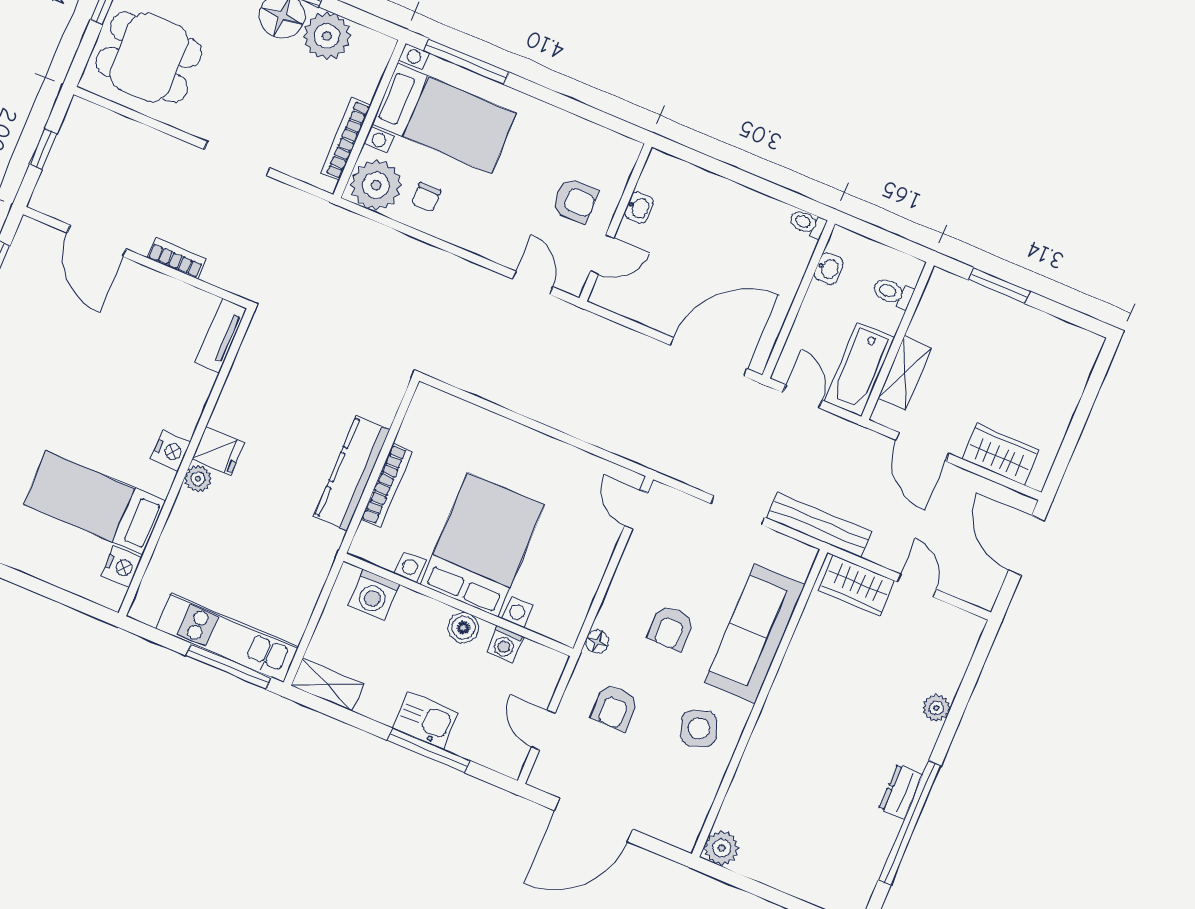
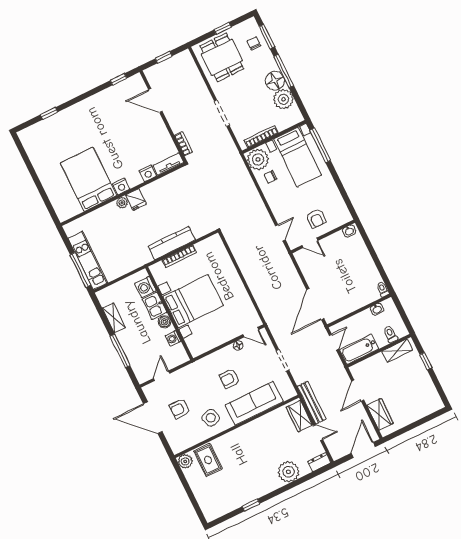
washbasin: (639, 207) -> (349, 231), moved
door: (97, 241) -> (155, 101), hinge flipped
bookcase: (176, 258) -> (183, 144), moved
window: (999, 286) -> (426, 361), width x0.67
door: (709, 357) -> (315, 304), swing flipped
shelving: (905, 373) -> (397, 351), moved
bed: (94, 503) -> (89, 179), width x1.50
door: (636, 510) -> (251, 332), swing flipped
bench: (819, 525) -> (312, 403), moved
nightstand: (122, 567) -> (148, 173), moved
door: (917, 586) -> (318, 433), hinge flipped
floor lamp: (597, 642) -> (238, 345), moved
shelving: (327, 685) -> (114, 318), moved
armchair: (615, 707) -> (180, 409), moved
plant: (936, 708) -> (289, 472), width x1.87, depth x1.87
kitchen sink: (425, 720) -> (154, 306), moved, turned 180
dresser: (901, 792) -> (319, 462), moved
rug: (761, 809) -> (208, 460), added
window: (910, 823) -> (251, 505), width x0.32

